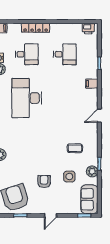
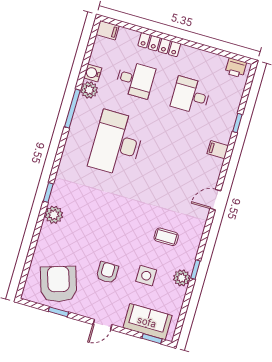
desk: (65, 54) -> (191, 96), turned 180
sofa: (89, 199) -> (147, 322), moved, turned 90

